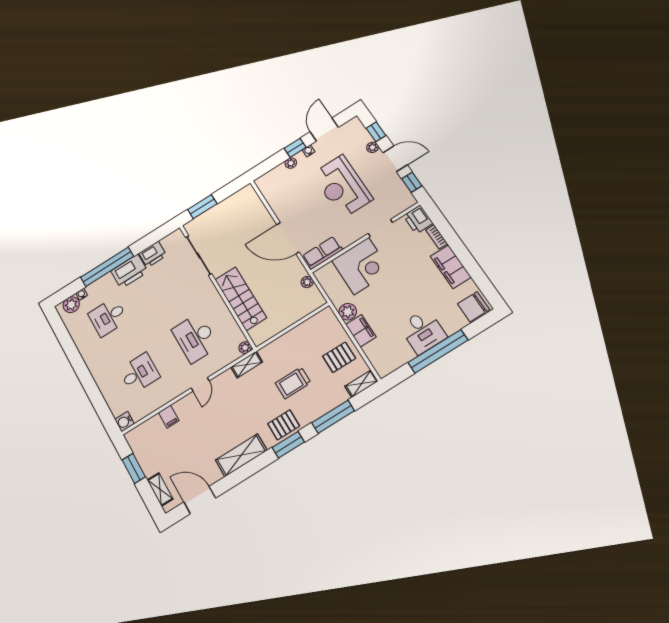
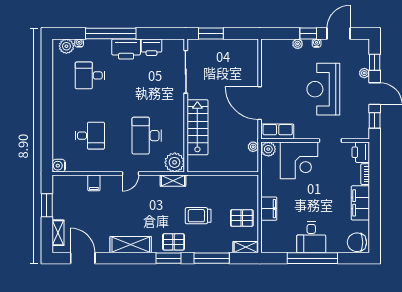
plant: (348, 312) -> (268, 149), moved
plant: (245, 348) -> (175, 162), width x1.88, depth x1.88

